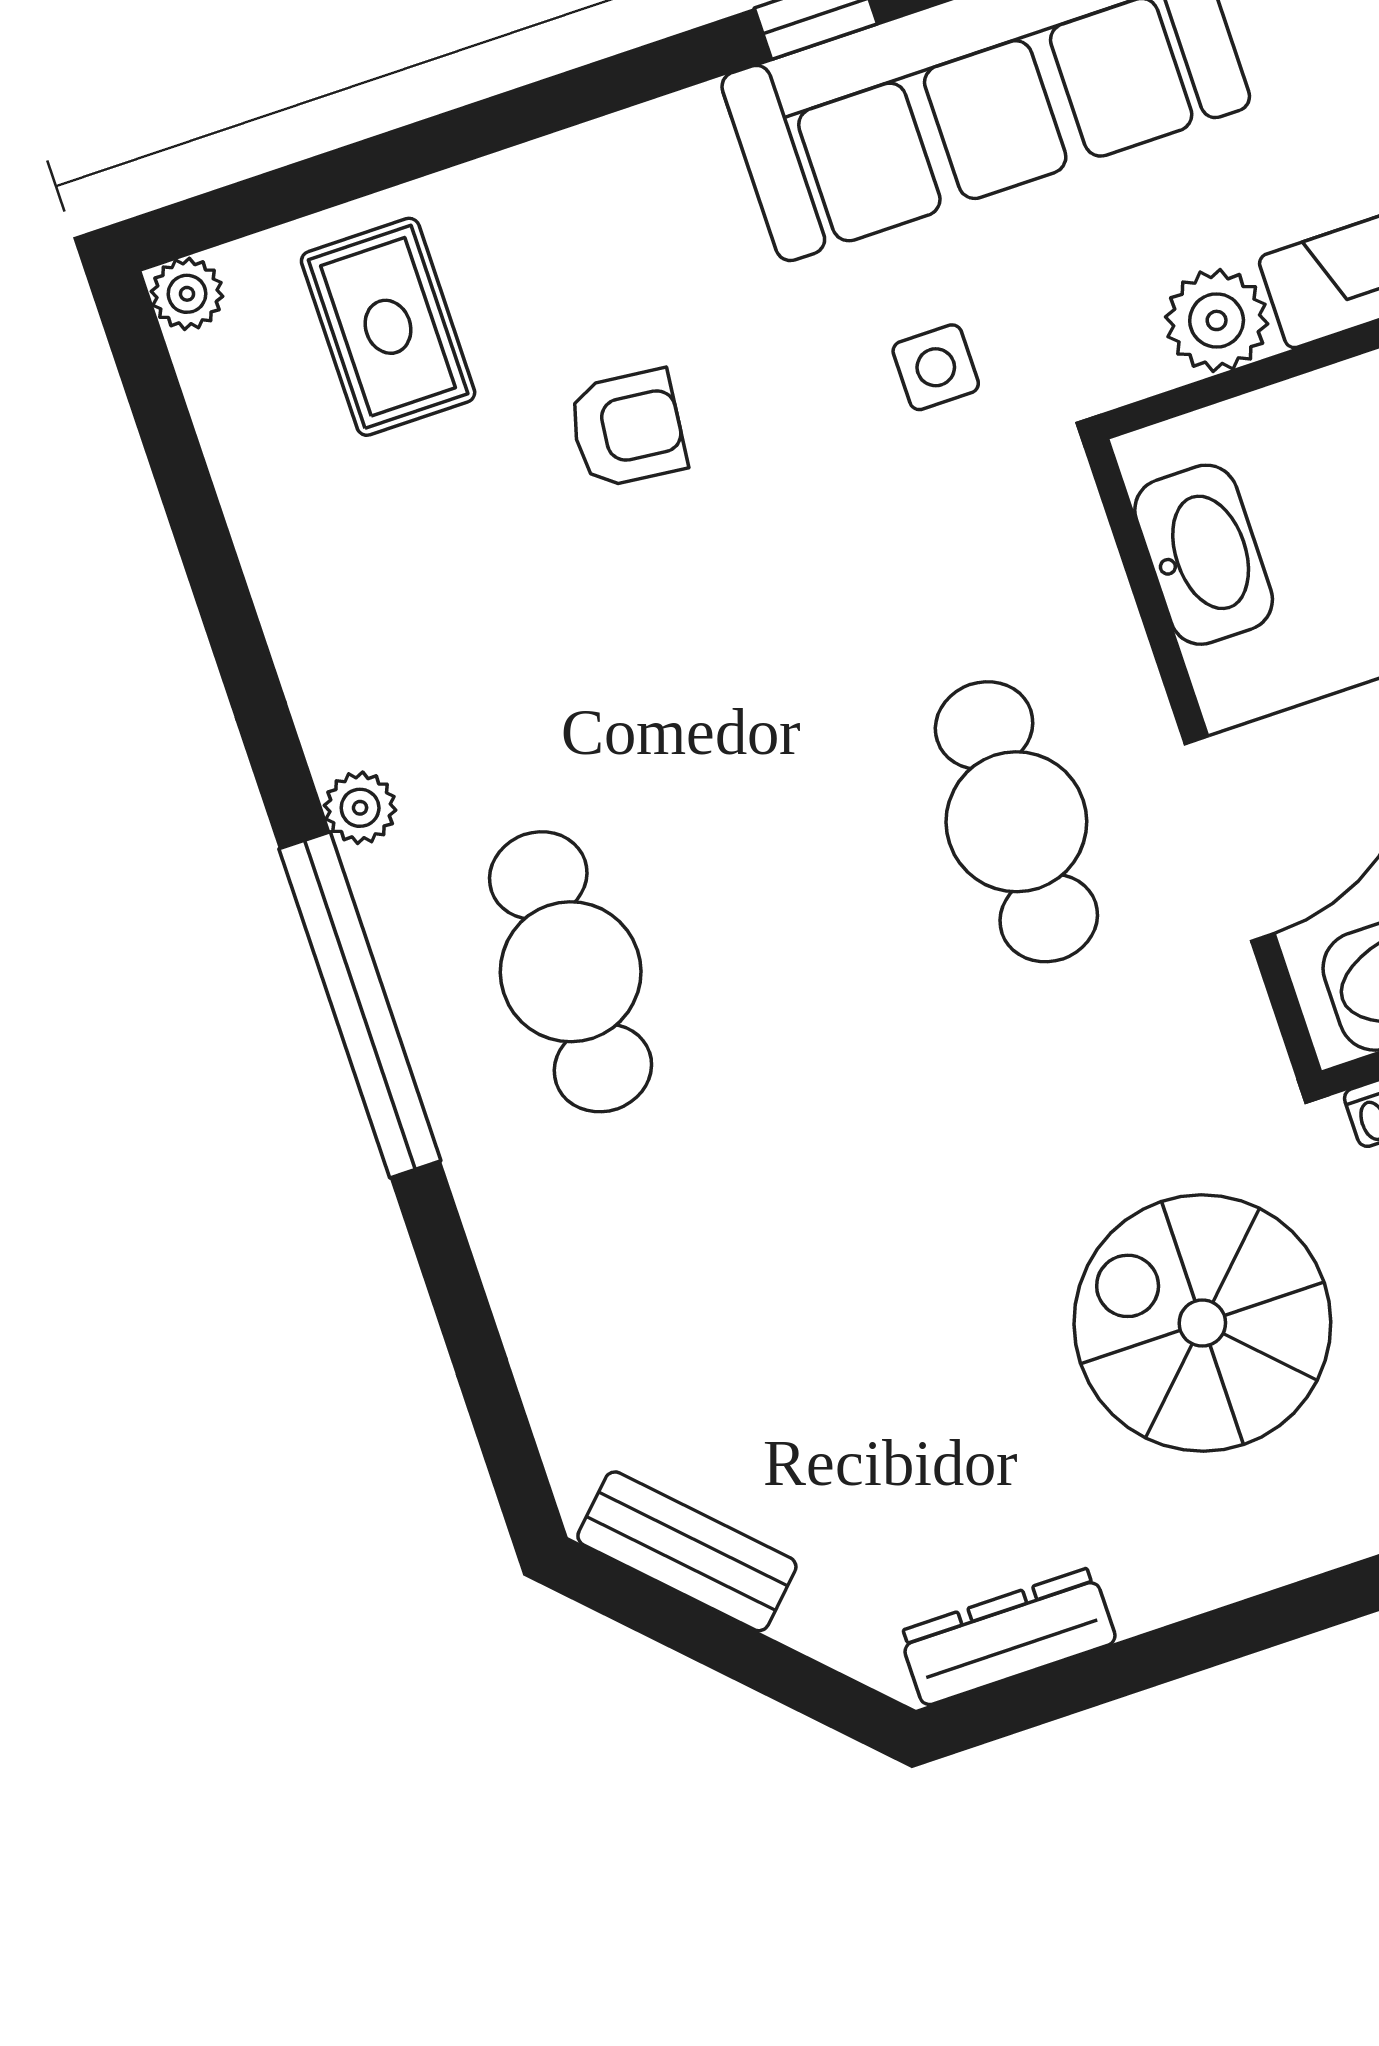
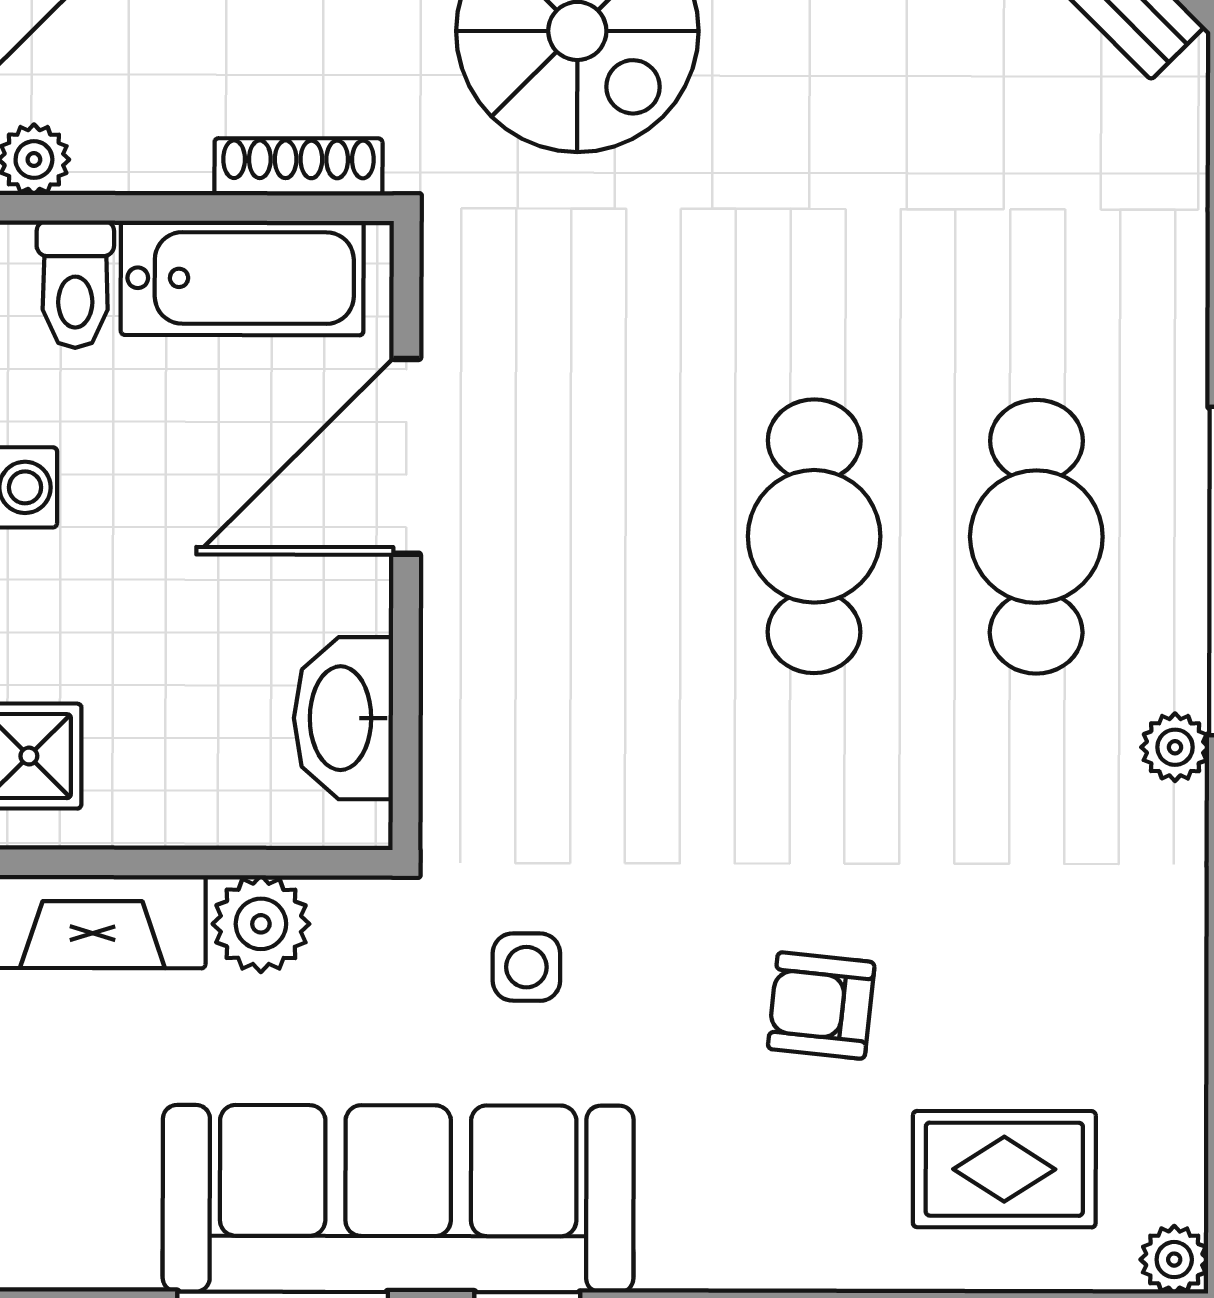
rug: (388, 327) -> (1004, 1169), turned 90
cafe table: (1016, 822) -> (814, 536), moved

